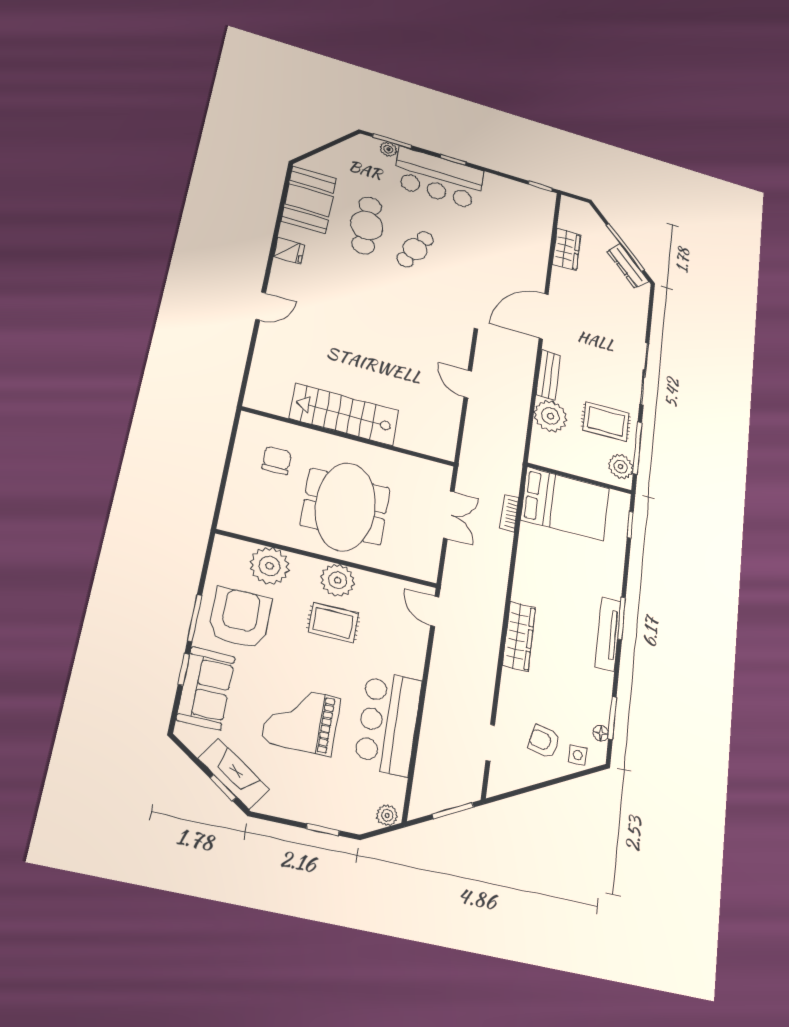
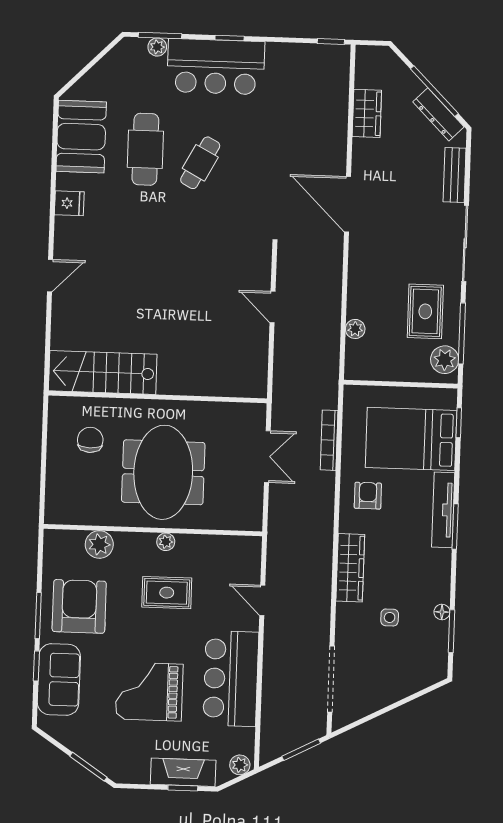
door: (544, 316) -> (347, 204), hinge flipped
bench: (548, 375) -> (455, 175), moved
stairs: (344, 414) -> (103, 372), moved
plant: (550, 416) -> (355, 329), width x0.53, depth x0.53
rug: (606, 421) -> (425, 311), turned 90
bed: (565, 504) -> (411, 439), moved, turned 180
bookcase: (509, 513) -> (329, 440), width x1.56
plant: (270, 566) -> (99, 544), width x0.73, depth x0.73
plant: (338, 580) -> (166, 542), width x0.53, depth x0.53
door: (435, 611) -> (262, 600), moved
tv unit: (608, 634) -> (443, 510), moved
floor lamp: (601, 733) -> (442, 612), moved
armchair: (544, 741) -> (368, 496), moved, turned 78
doorway: (490, 743) -> (331, 679), width x1.88
side table: (578, 755) -> (390, 617), moved
fireplace: (234, 774) -> (183, 772), moved, turned -34
window: (223, 788) -> (88, 767), width x1.50

